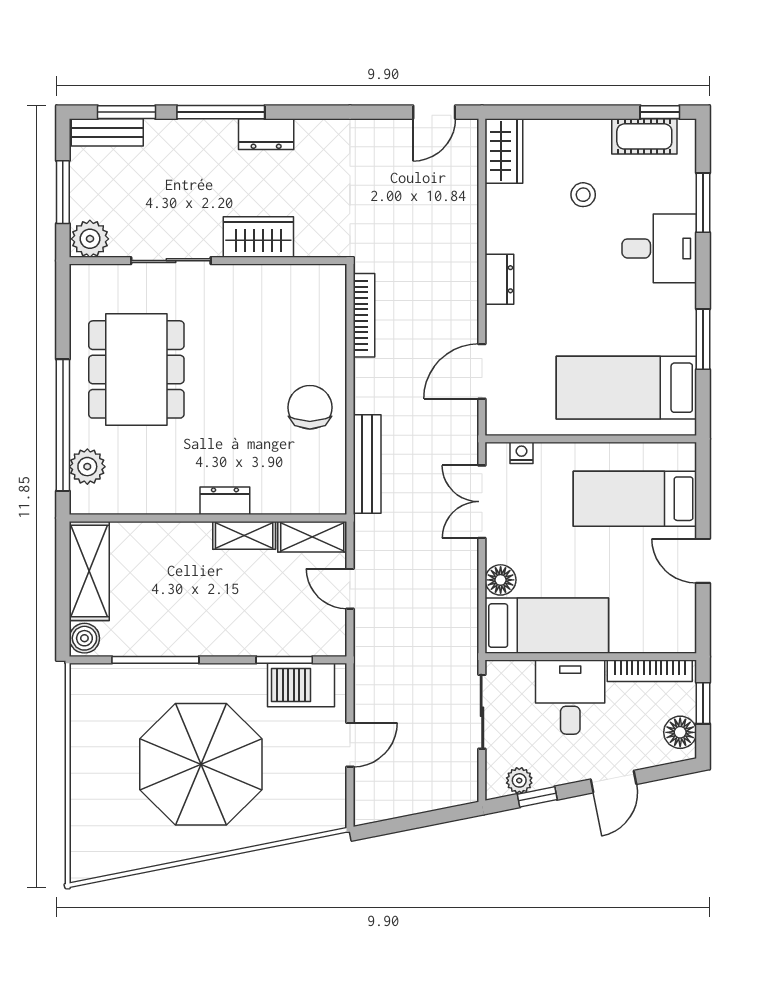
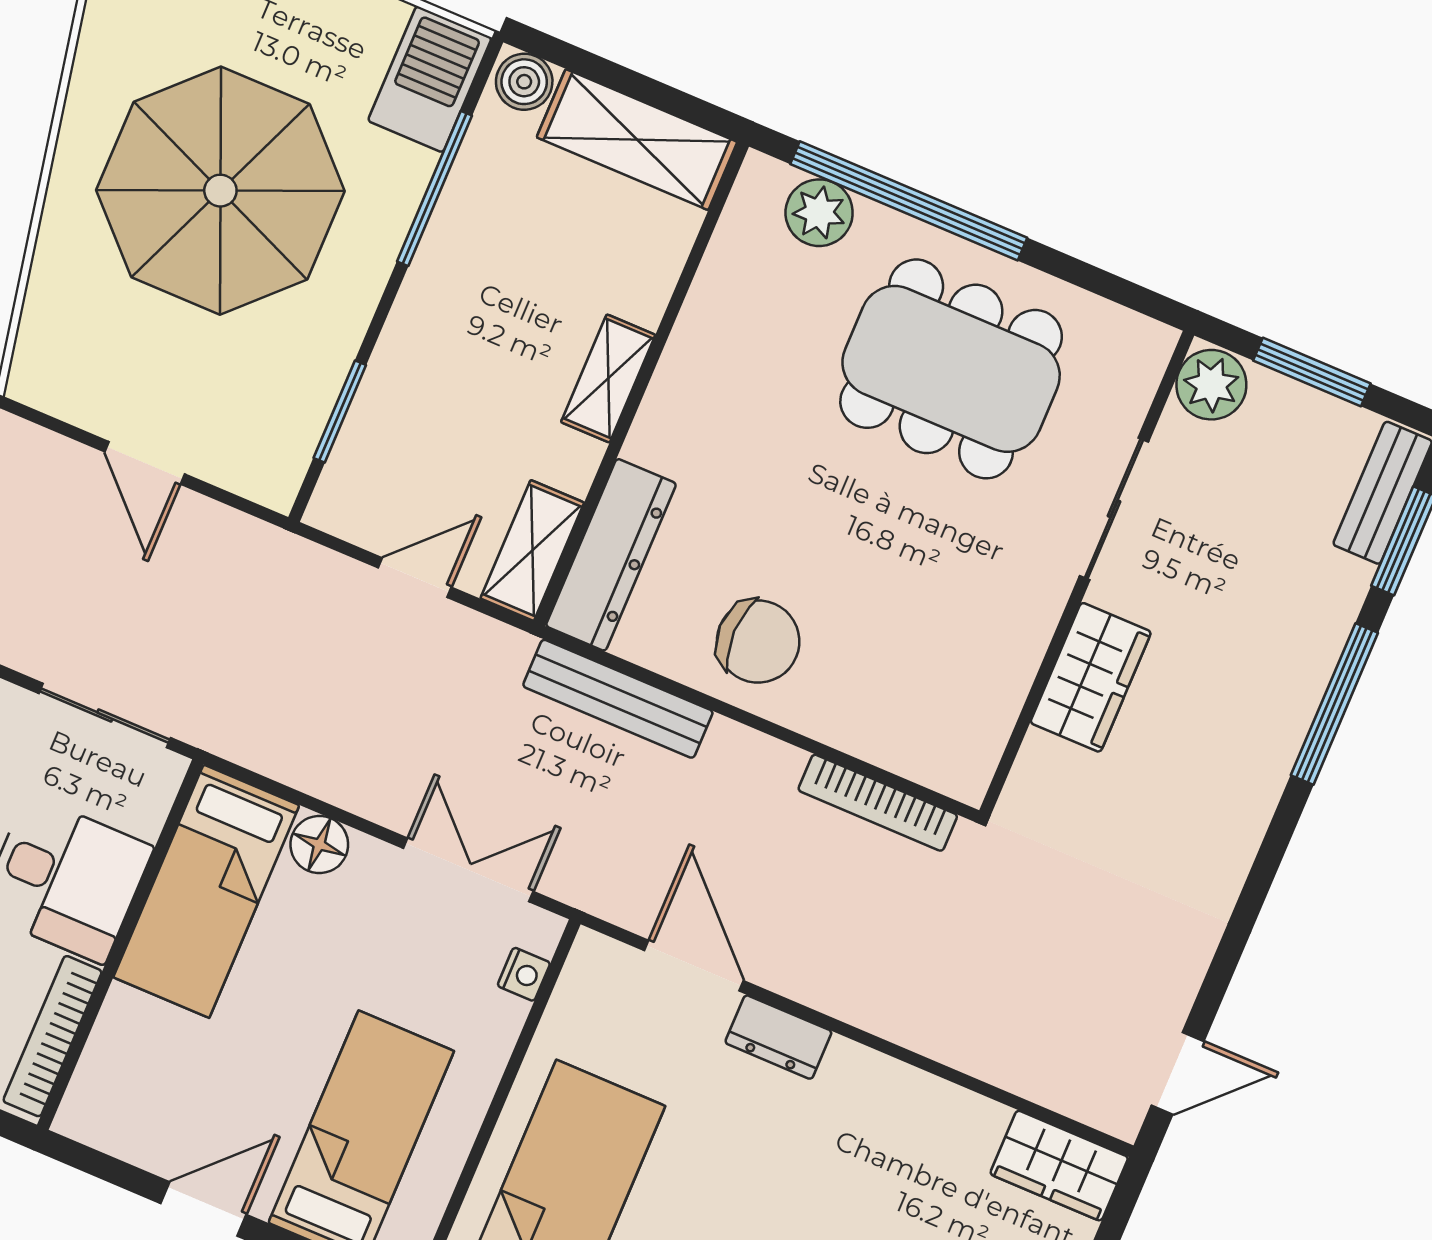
door: (434, 112) -> (1178, 1073), swing flipped
dresser: (266, 134) -> (1263, 766), removed
dresser: (499, 279) -> (778, 1037), moved
dresser: (225, 501) -> (611, 555), moved, width x1.96, depth x1.24
shelving: (244, 535) -> (608, 378), moved
barbecue: (301, 685) -> (430, 79), moved

